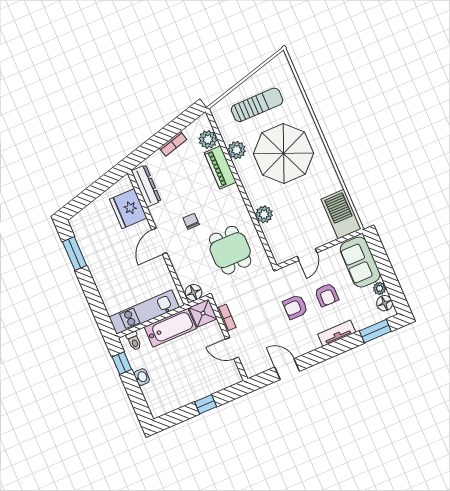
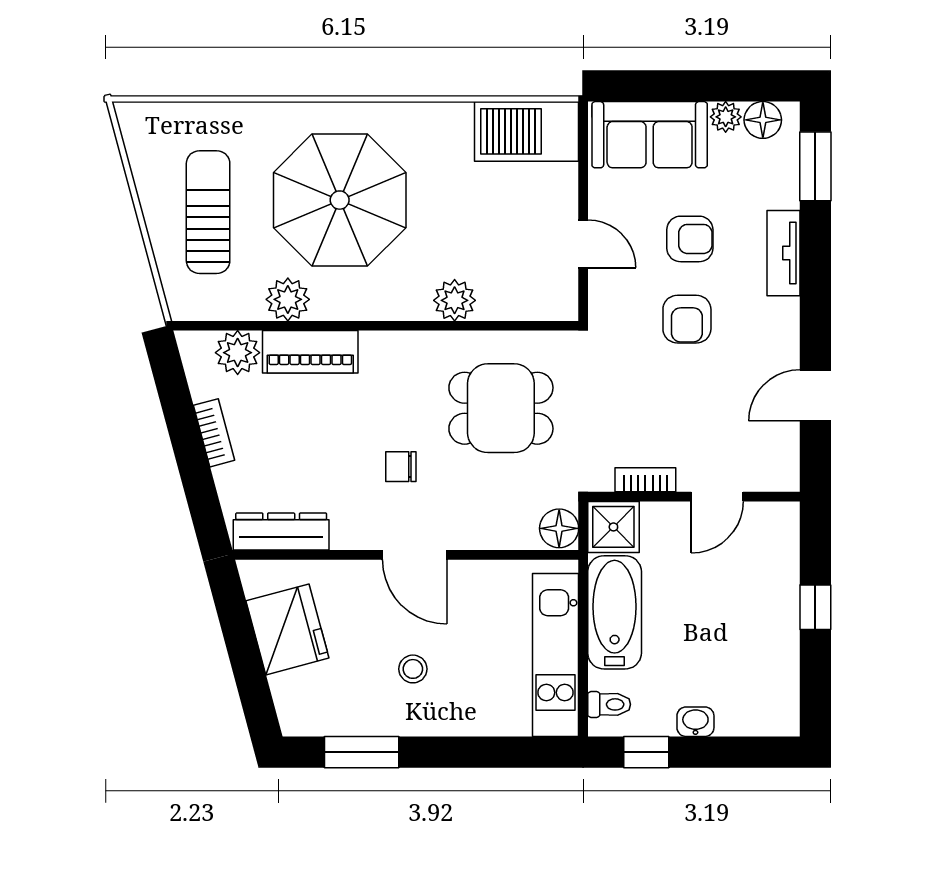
fridge: (128, 209) -> (287, 629), moved, turned -105
stool: (115, 259) -> (413, 669), added

